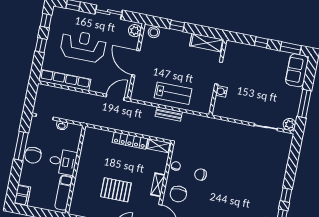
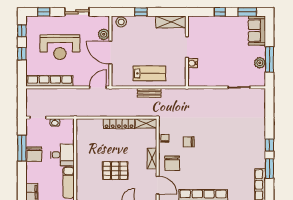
plant: (135, 31) -> (104, 34), moved
reception desk: (83, 46) -> (60, 47), turned 180
plant: (289, 124) -> (260, 63), moved

